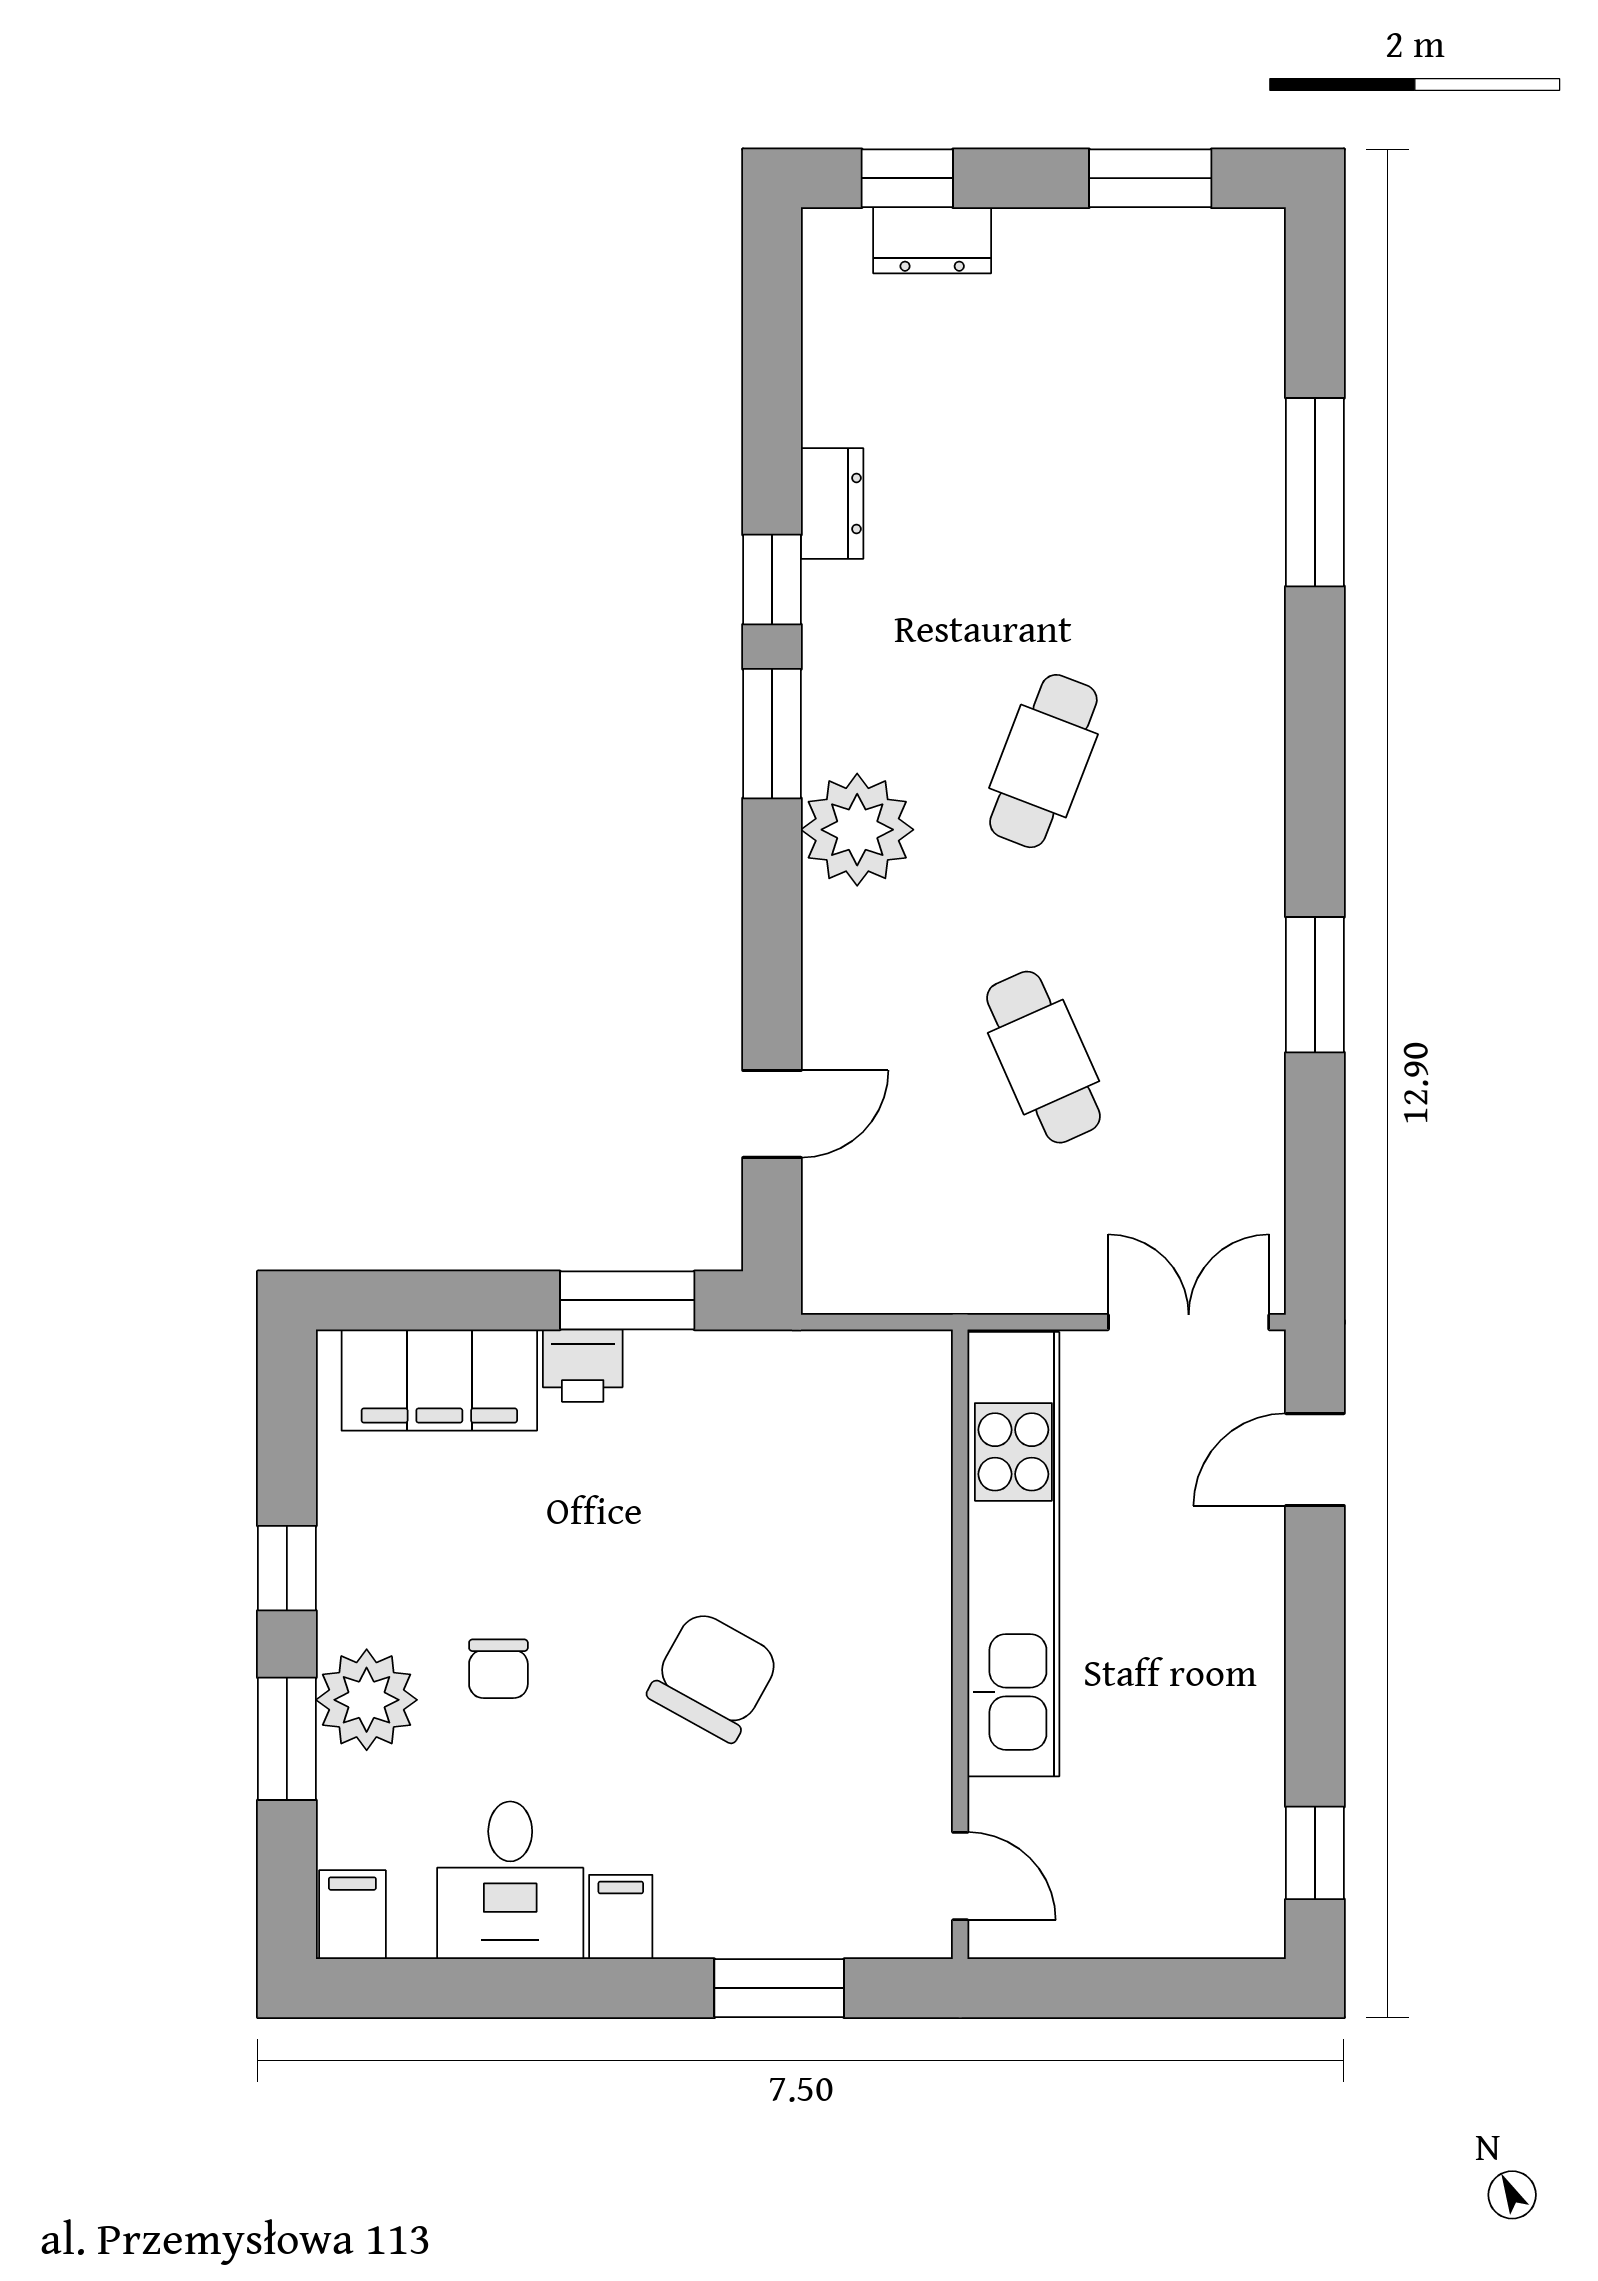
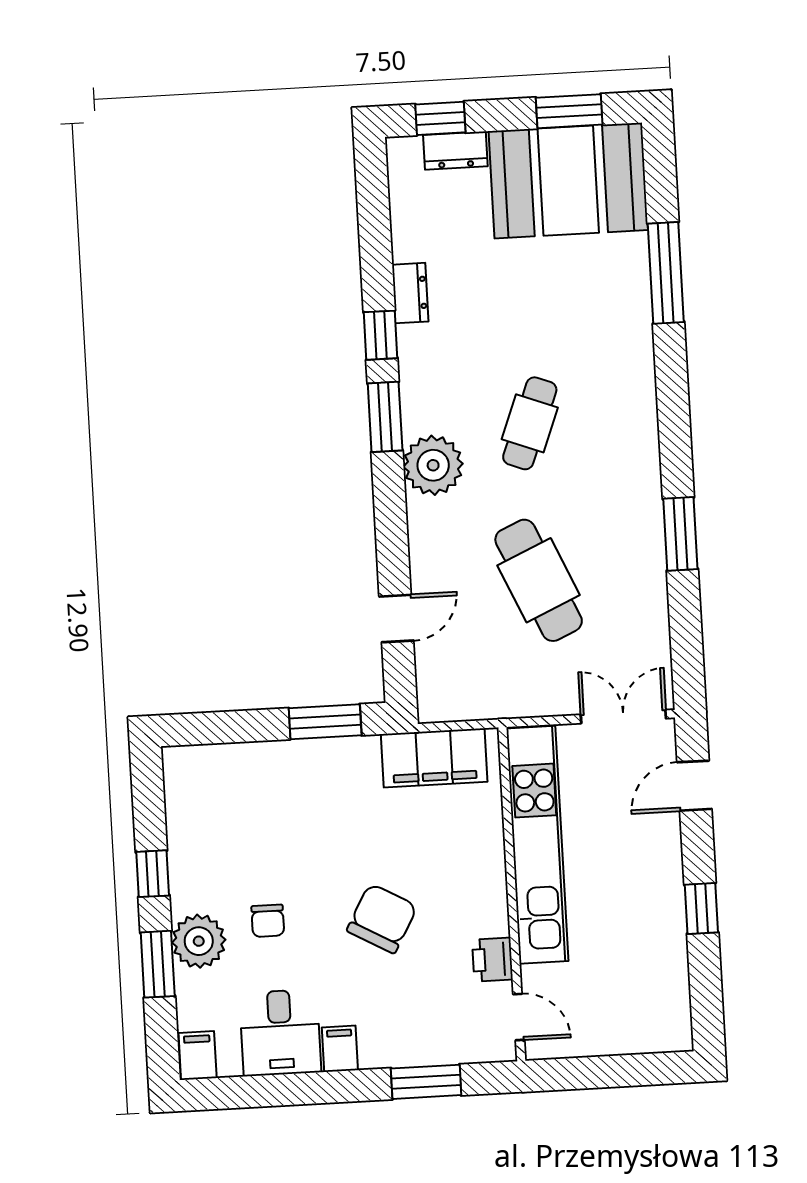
booth: (1141, 309) -> (568, 181), added
cafe table: (1043, 1057) -> (539, 580), width x1.37, depth x1.35
printer: (583, 1366) -> (492, 959), moved, turned 90
filing cabinet: (439, 1380) -> (434, 758), moved
window: (1315, 1853) -> (701, 908), moved

